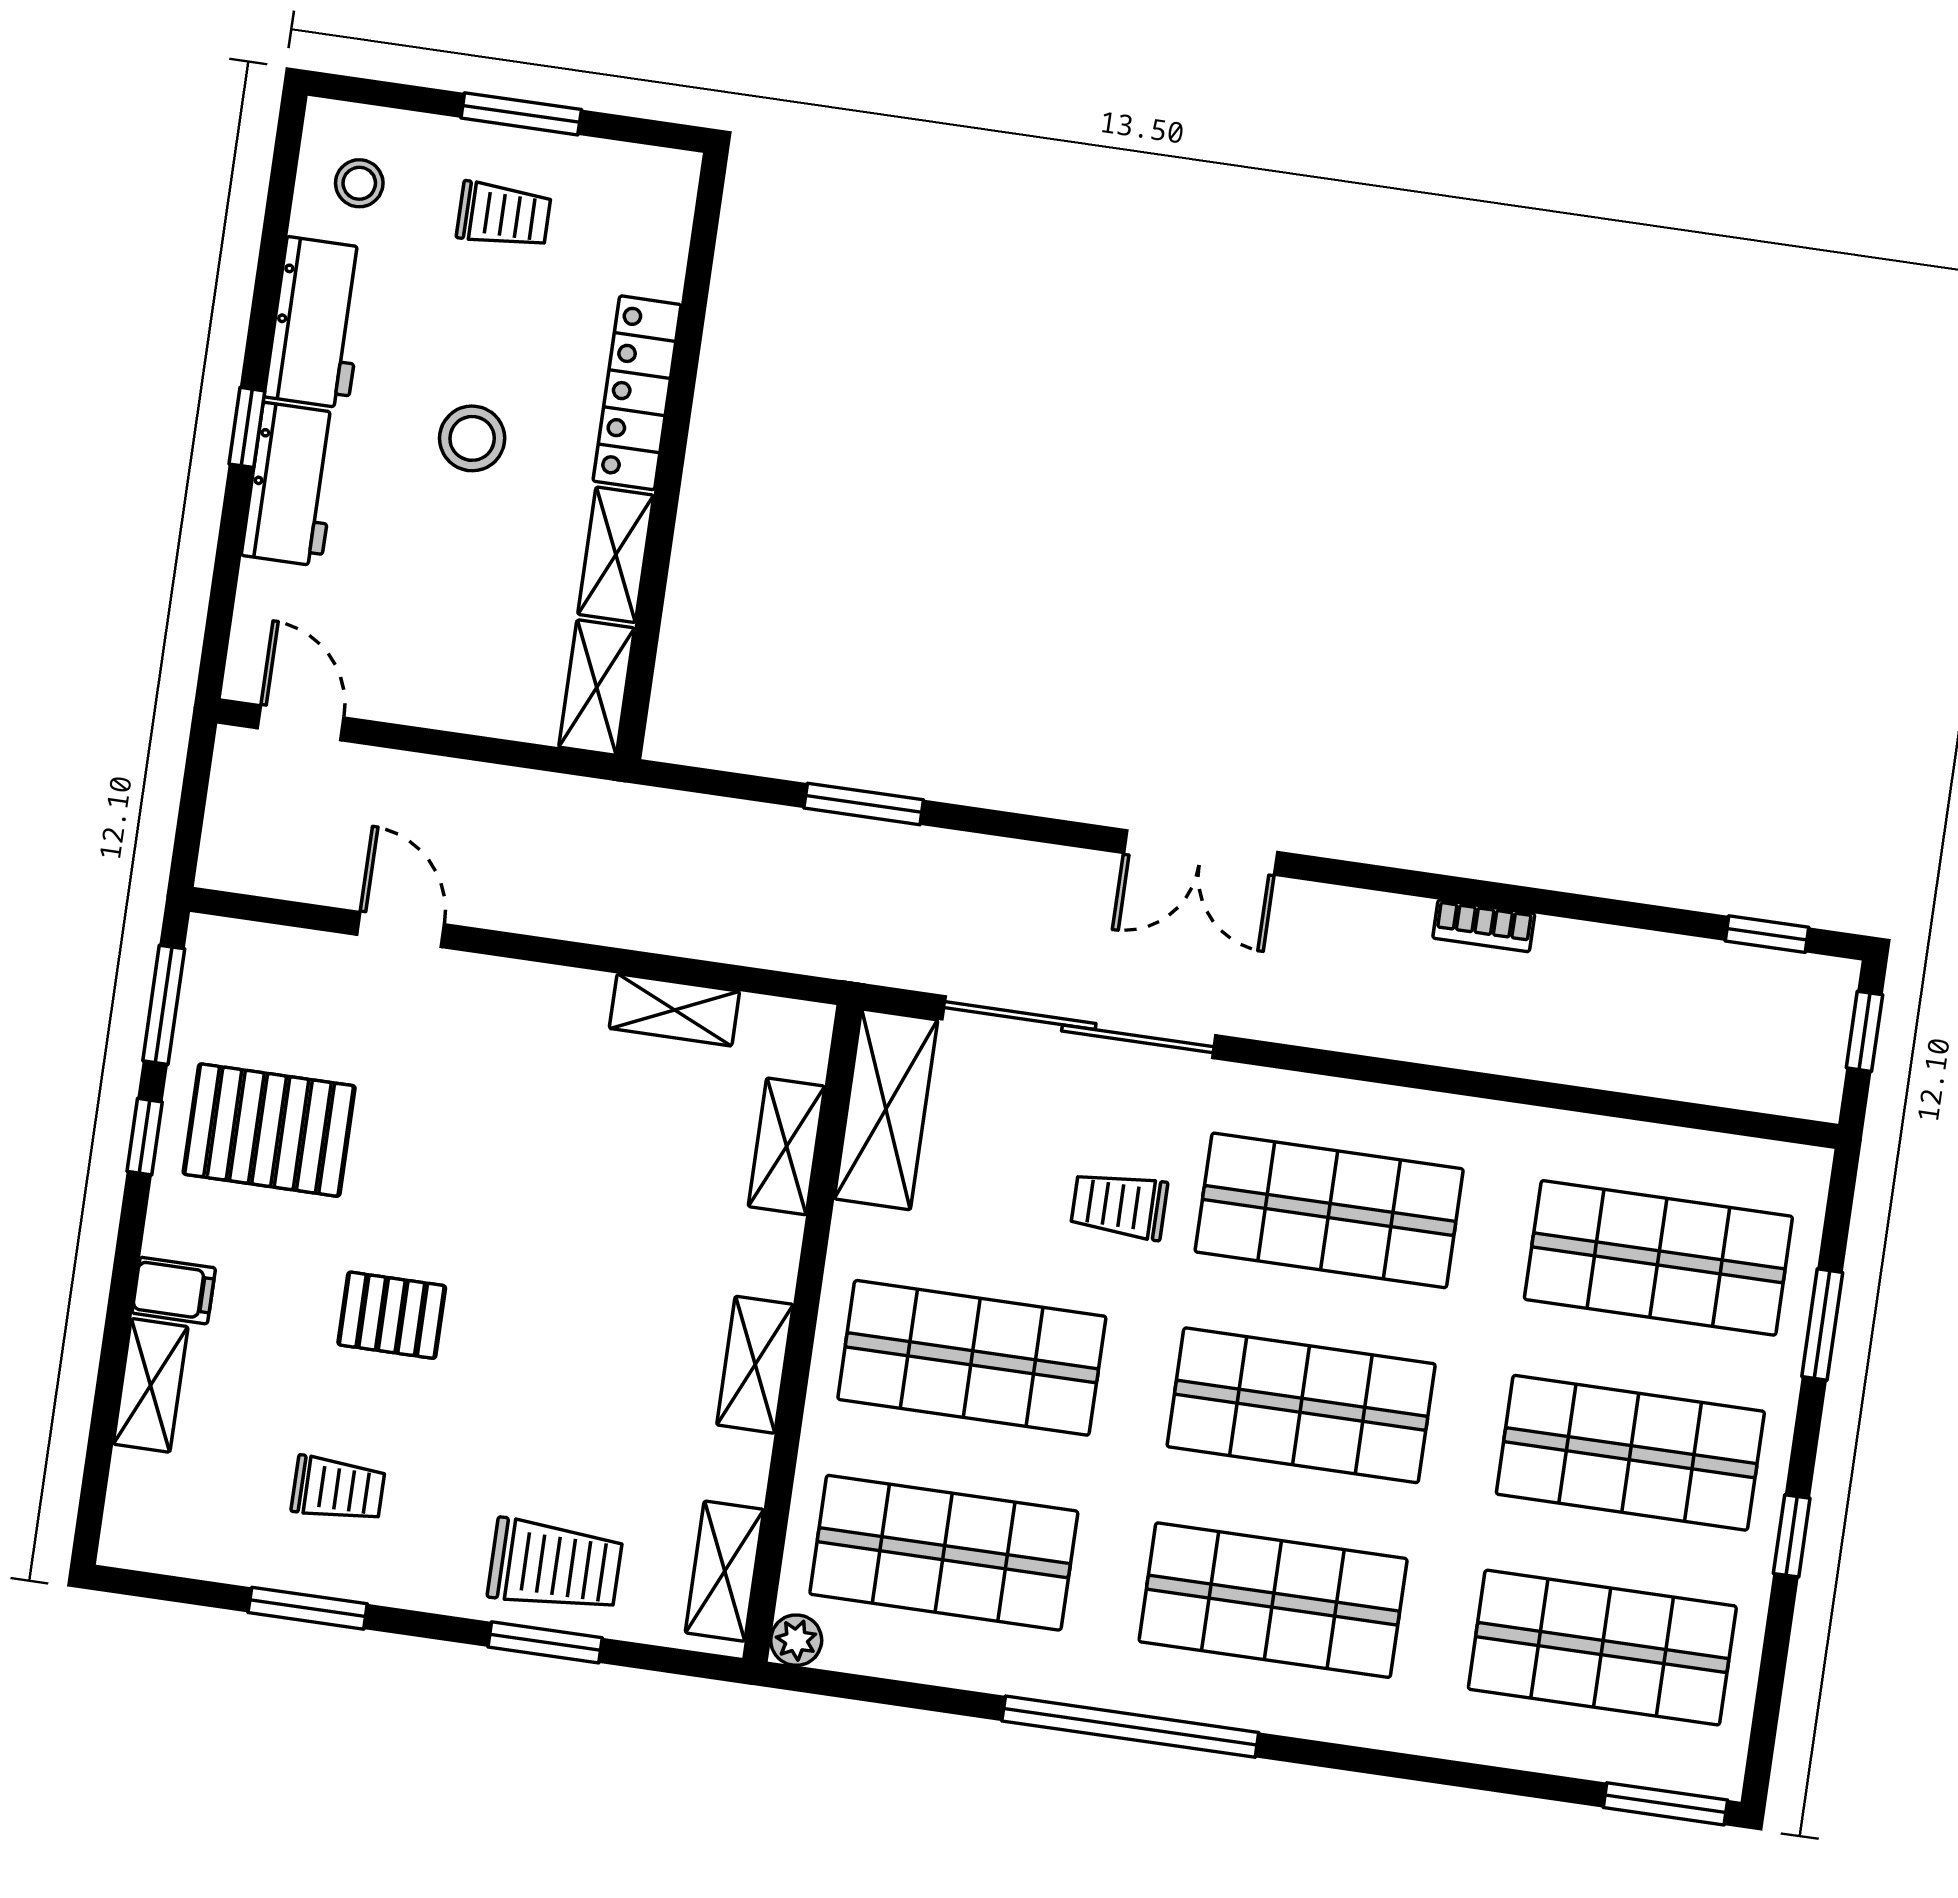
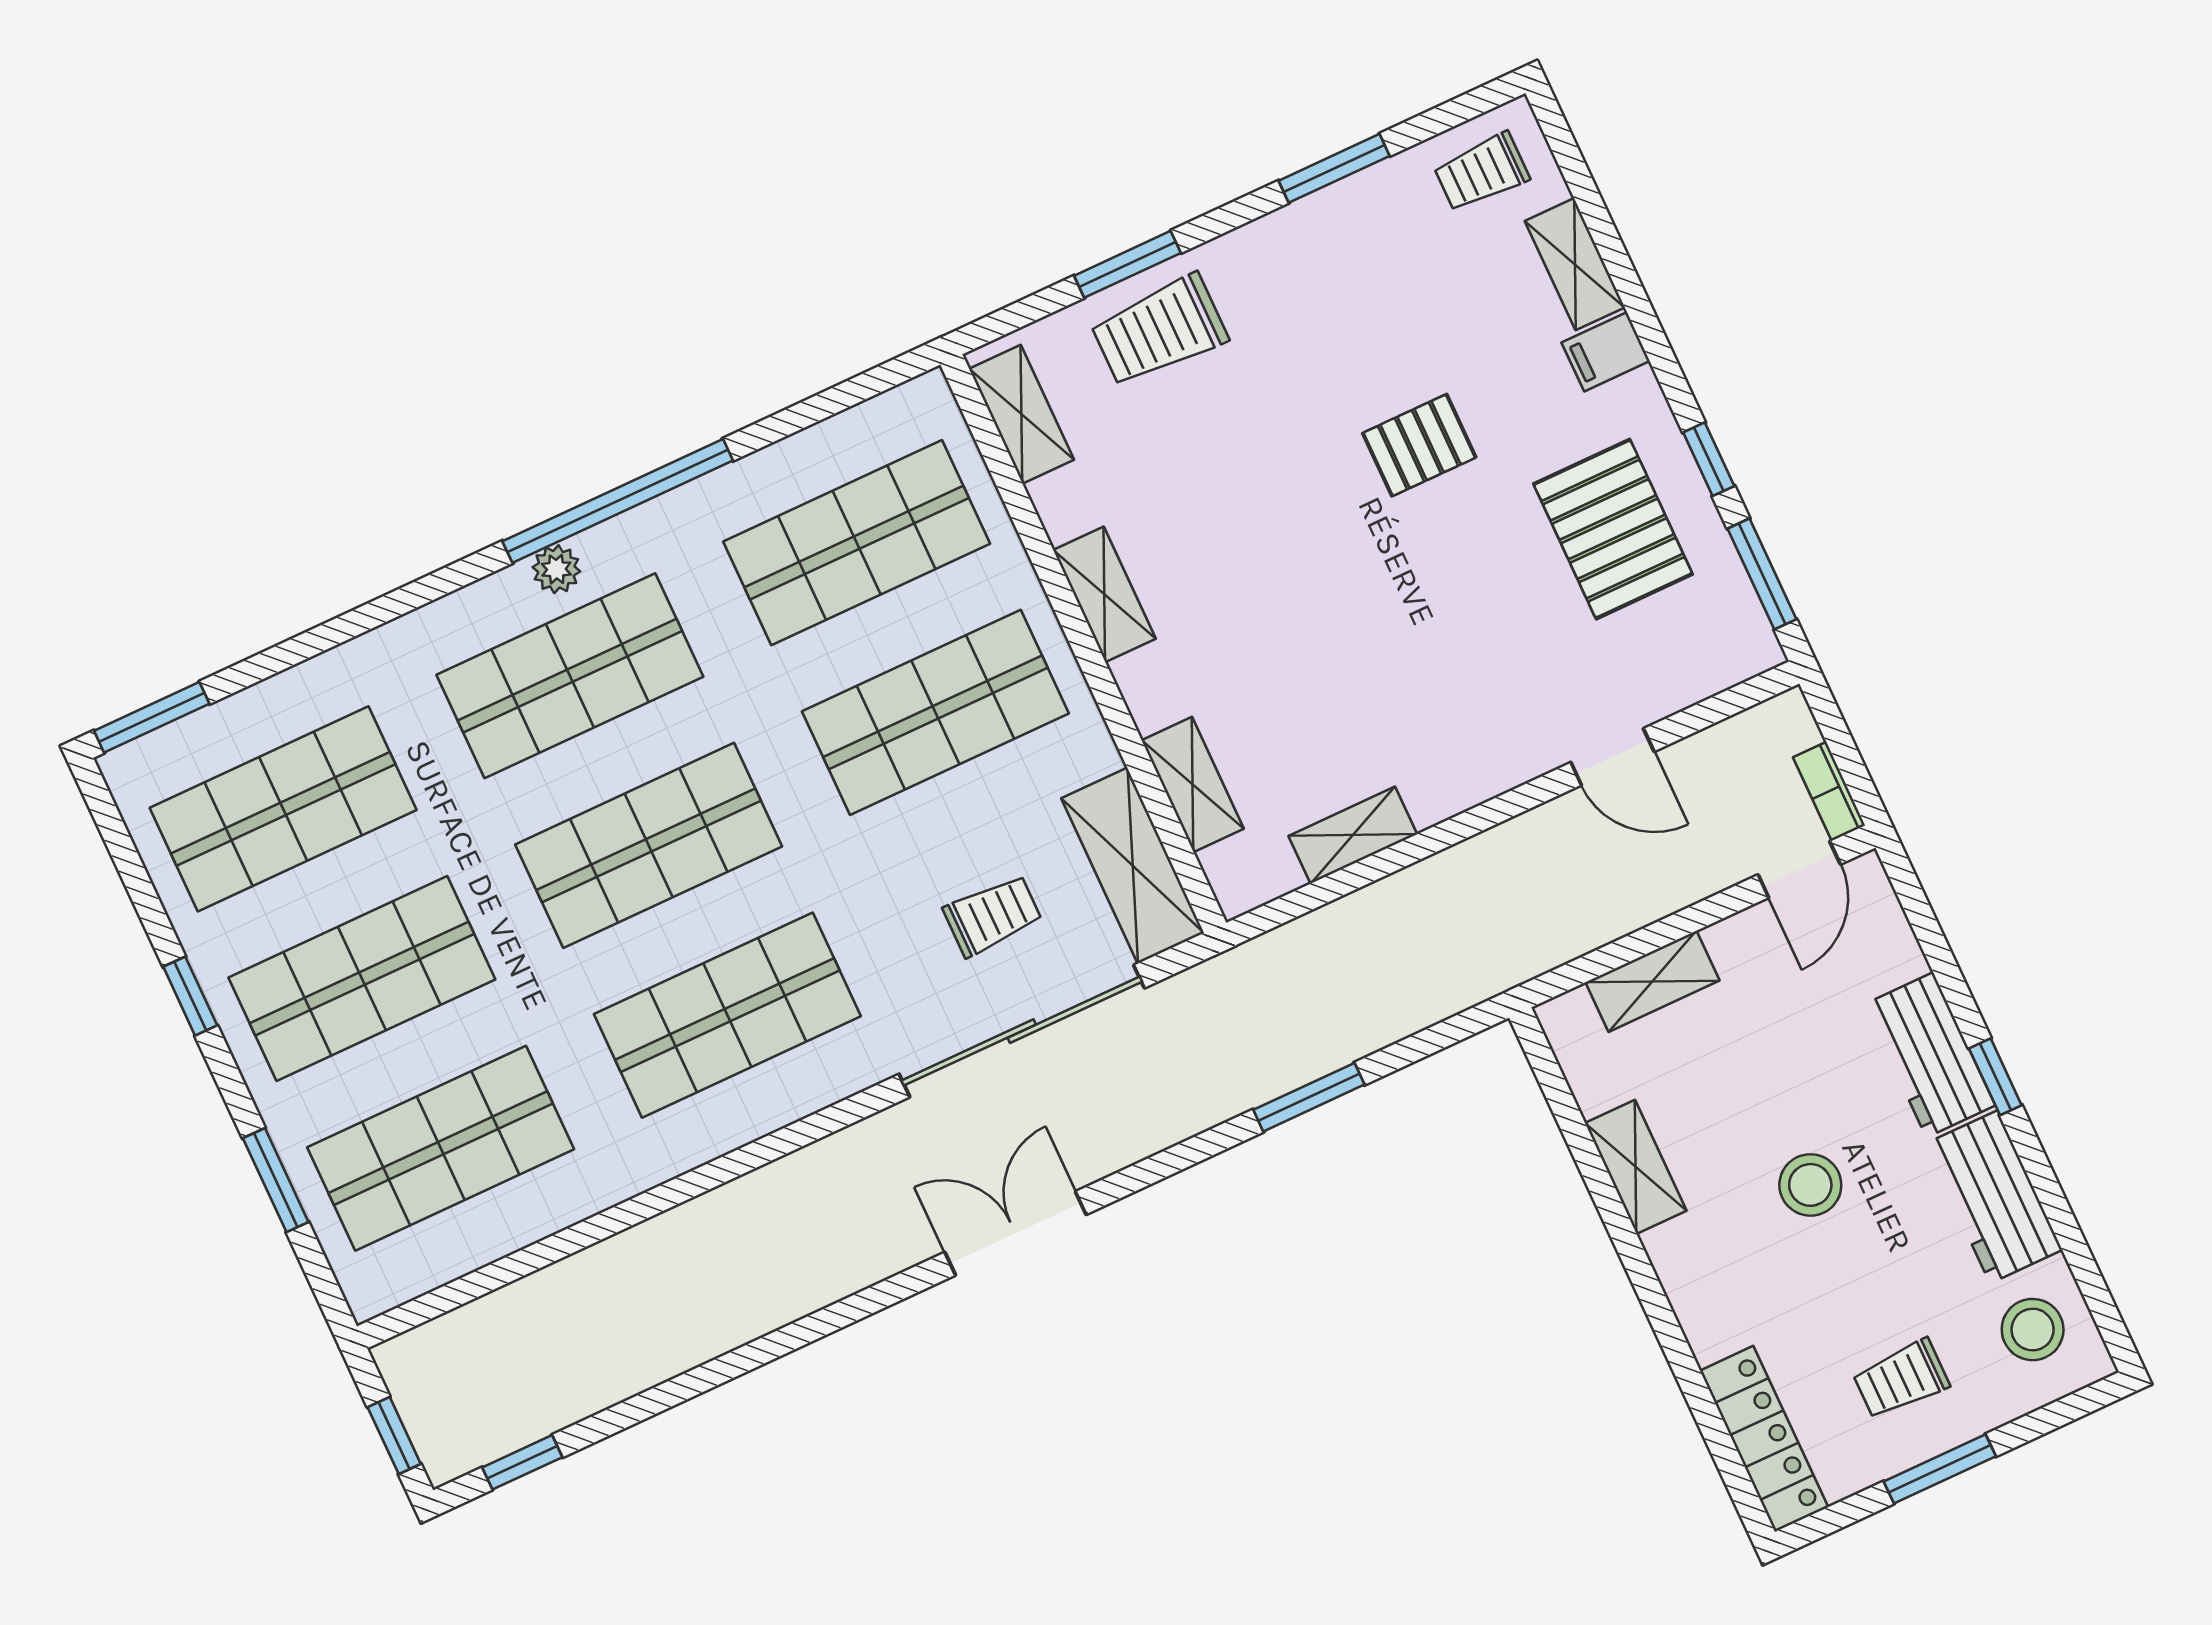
stool: (359, 183) -> (2033, 1330), width x1.37, depth x1.37
locker: (637, 393) -> (1764, 1439), moved
shelving: (597, 688) -> (1652, 981), moved, turned 90
door: (301, 723) -> (1799, 870), hinge flipped
bookcase: (1484, 926) -> (1829, 791), moved, turned -90
pallet: (269, 1130) -> (1613, 529), turned 90
trolley: (1119, 1205) -> (993, 915), moved
trolley: (338, 1489) -> (1482, 172), moved
plant: (796, 1640) -> (556, 569), moved

